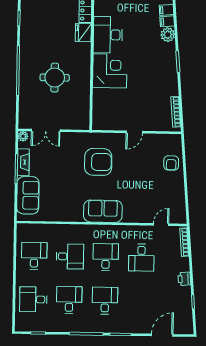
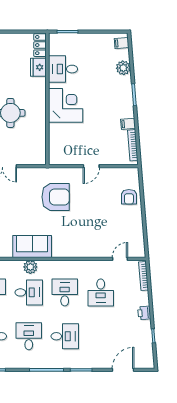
filing cabinet: (167, 21) -> (128, 124), moved
desk: (108, 35) -> (63, 69), width x0.73
sofa: (103, 211) -> (32, 246), moved
plant: (72, 231) -> (30, 267), added
desk: (105, 301) -> (65, 336), turned 90

